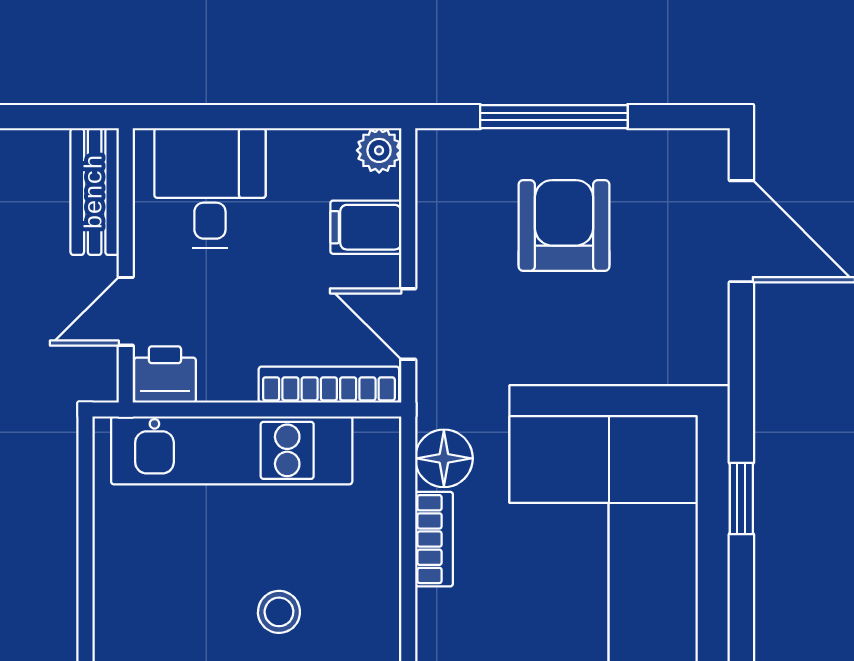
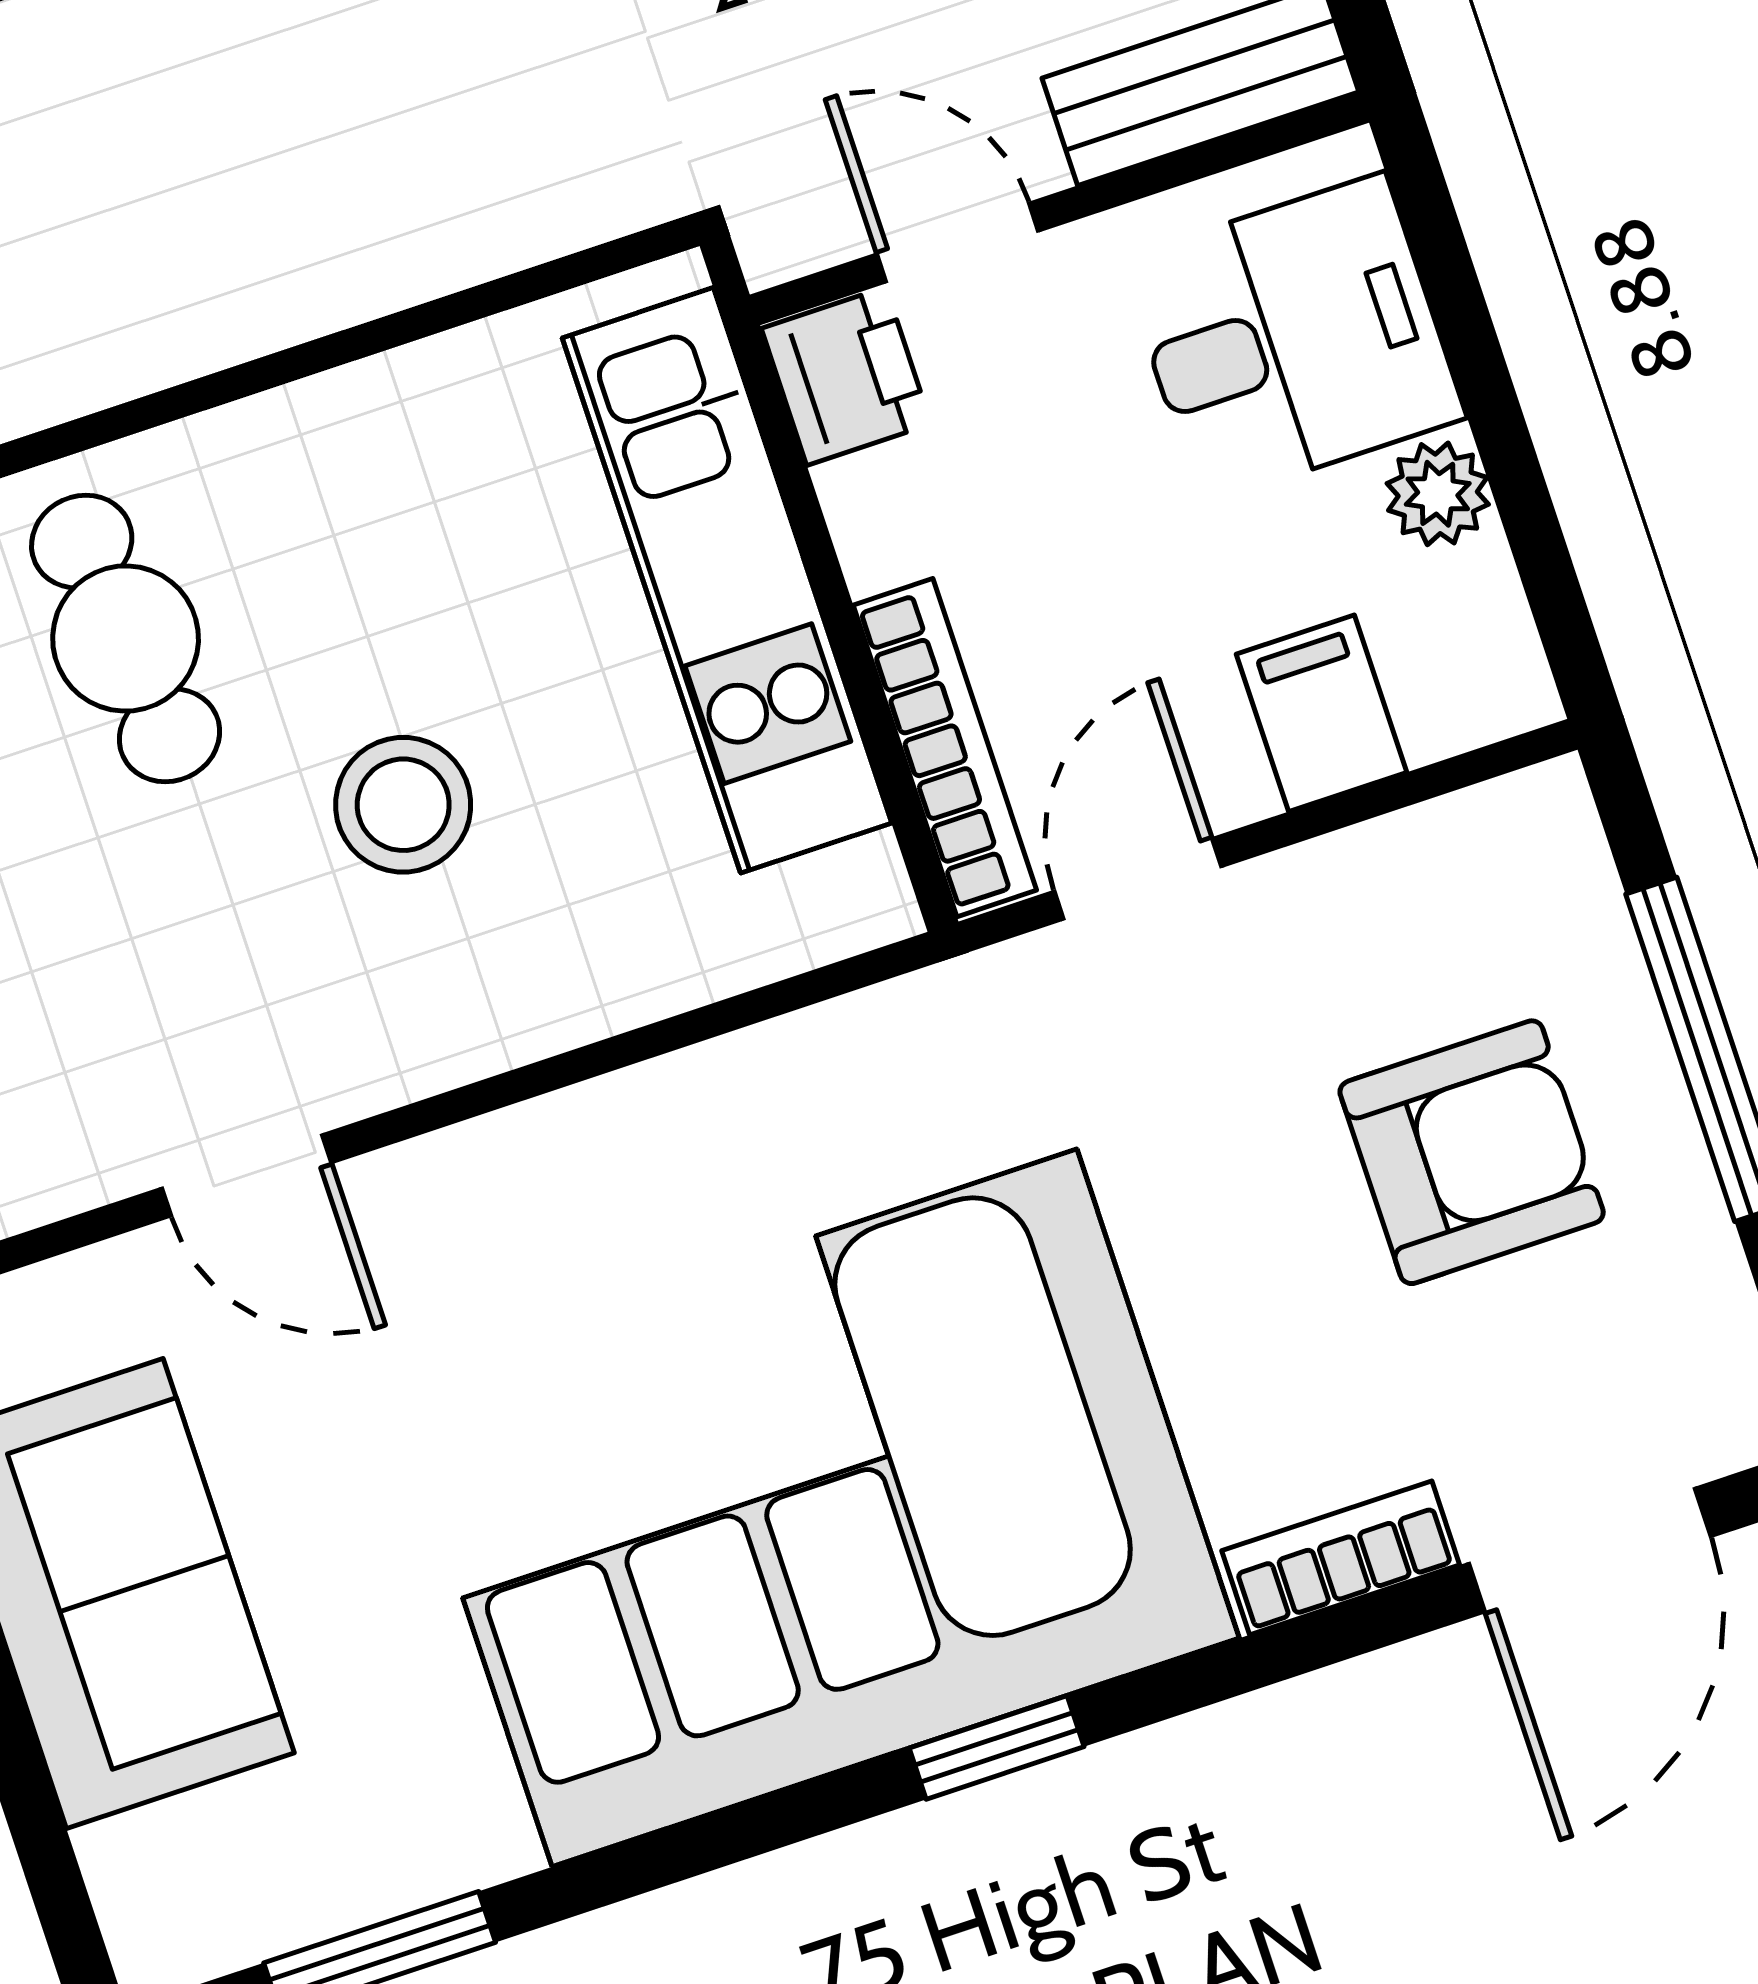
plant: (379, 150) -> (1438, 494), moved
floor lamp: (444, 458) -> (866, 1058), removed
bookcase: (434, 539) -> (1341, 1558), moved, turned 180
stool: (279, 612) -> (403, 805), width x1.37, depth x1.37

